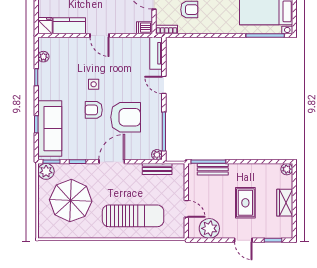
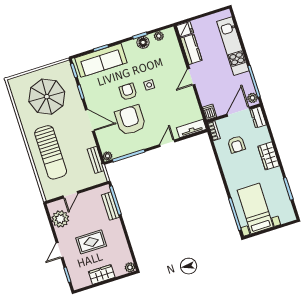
floor lamp: (45, 76) -> (143, 42), added
armchair: (126, 117) -> (130, 120), turned 180
plant: (46, 171) -> (64, 68), removed

